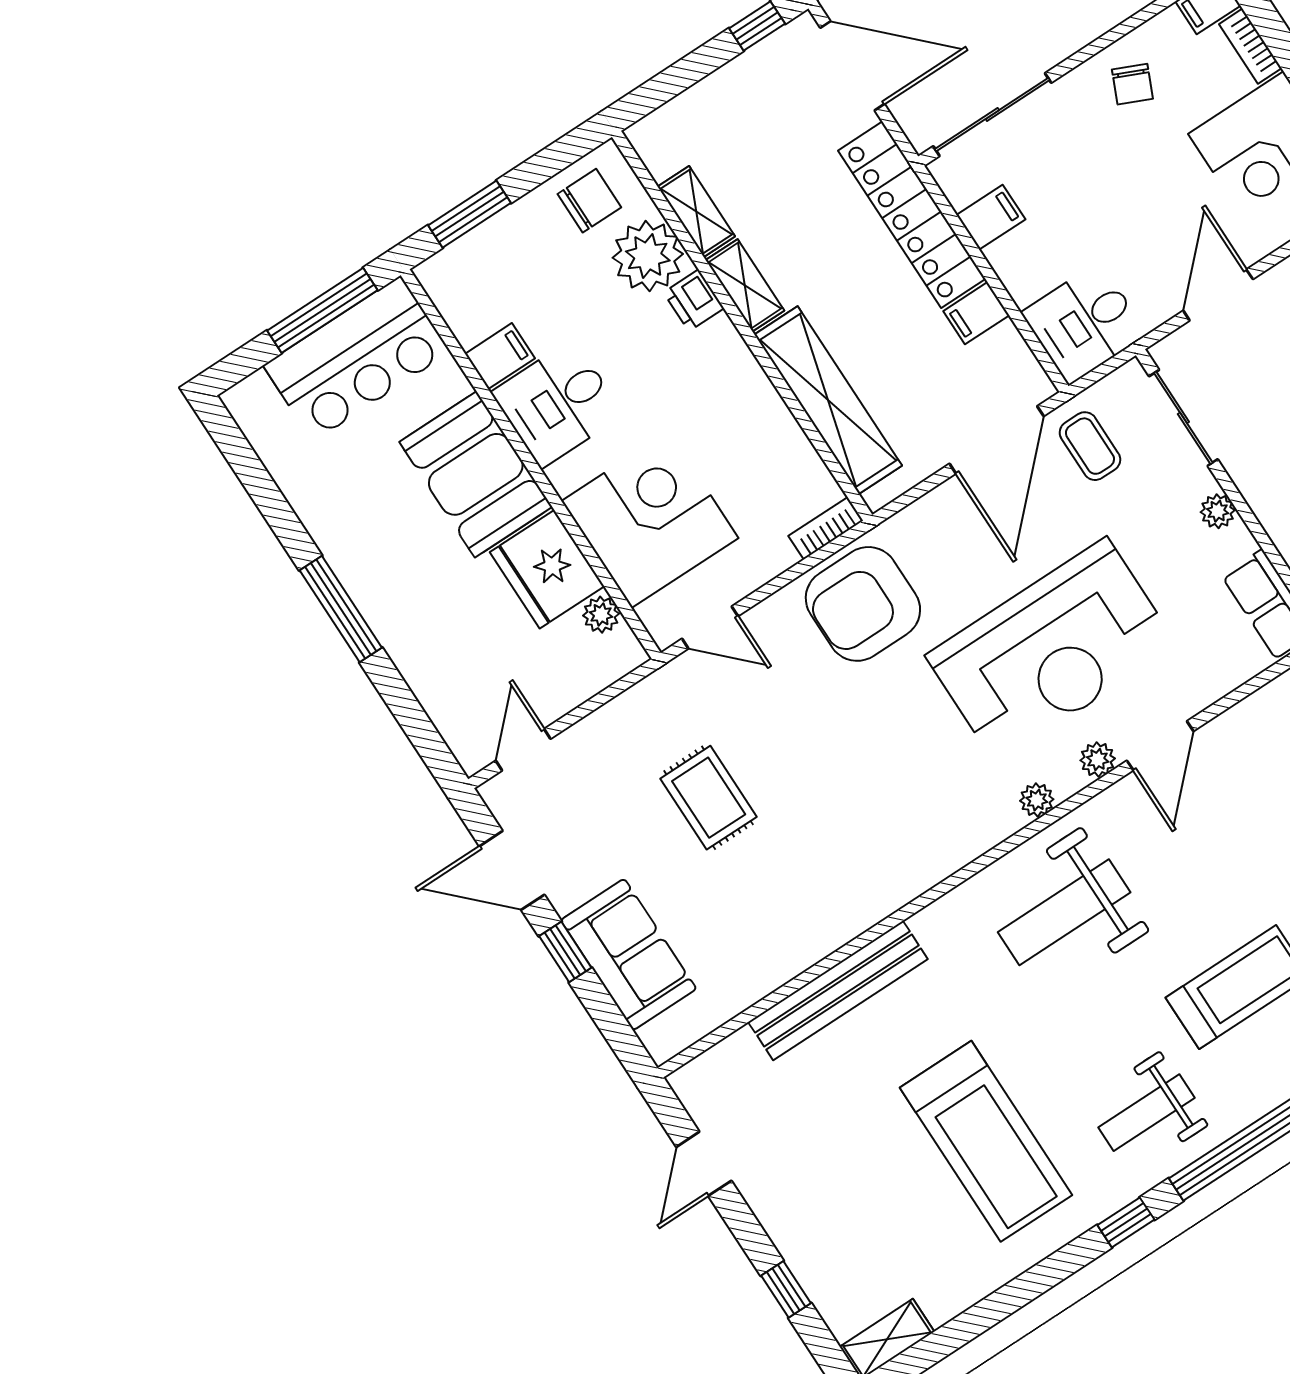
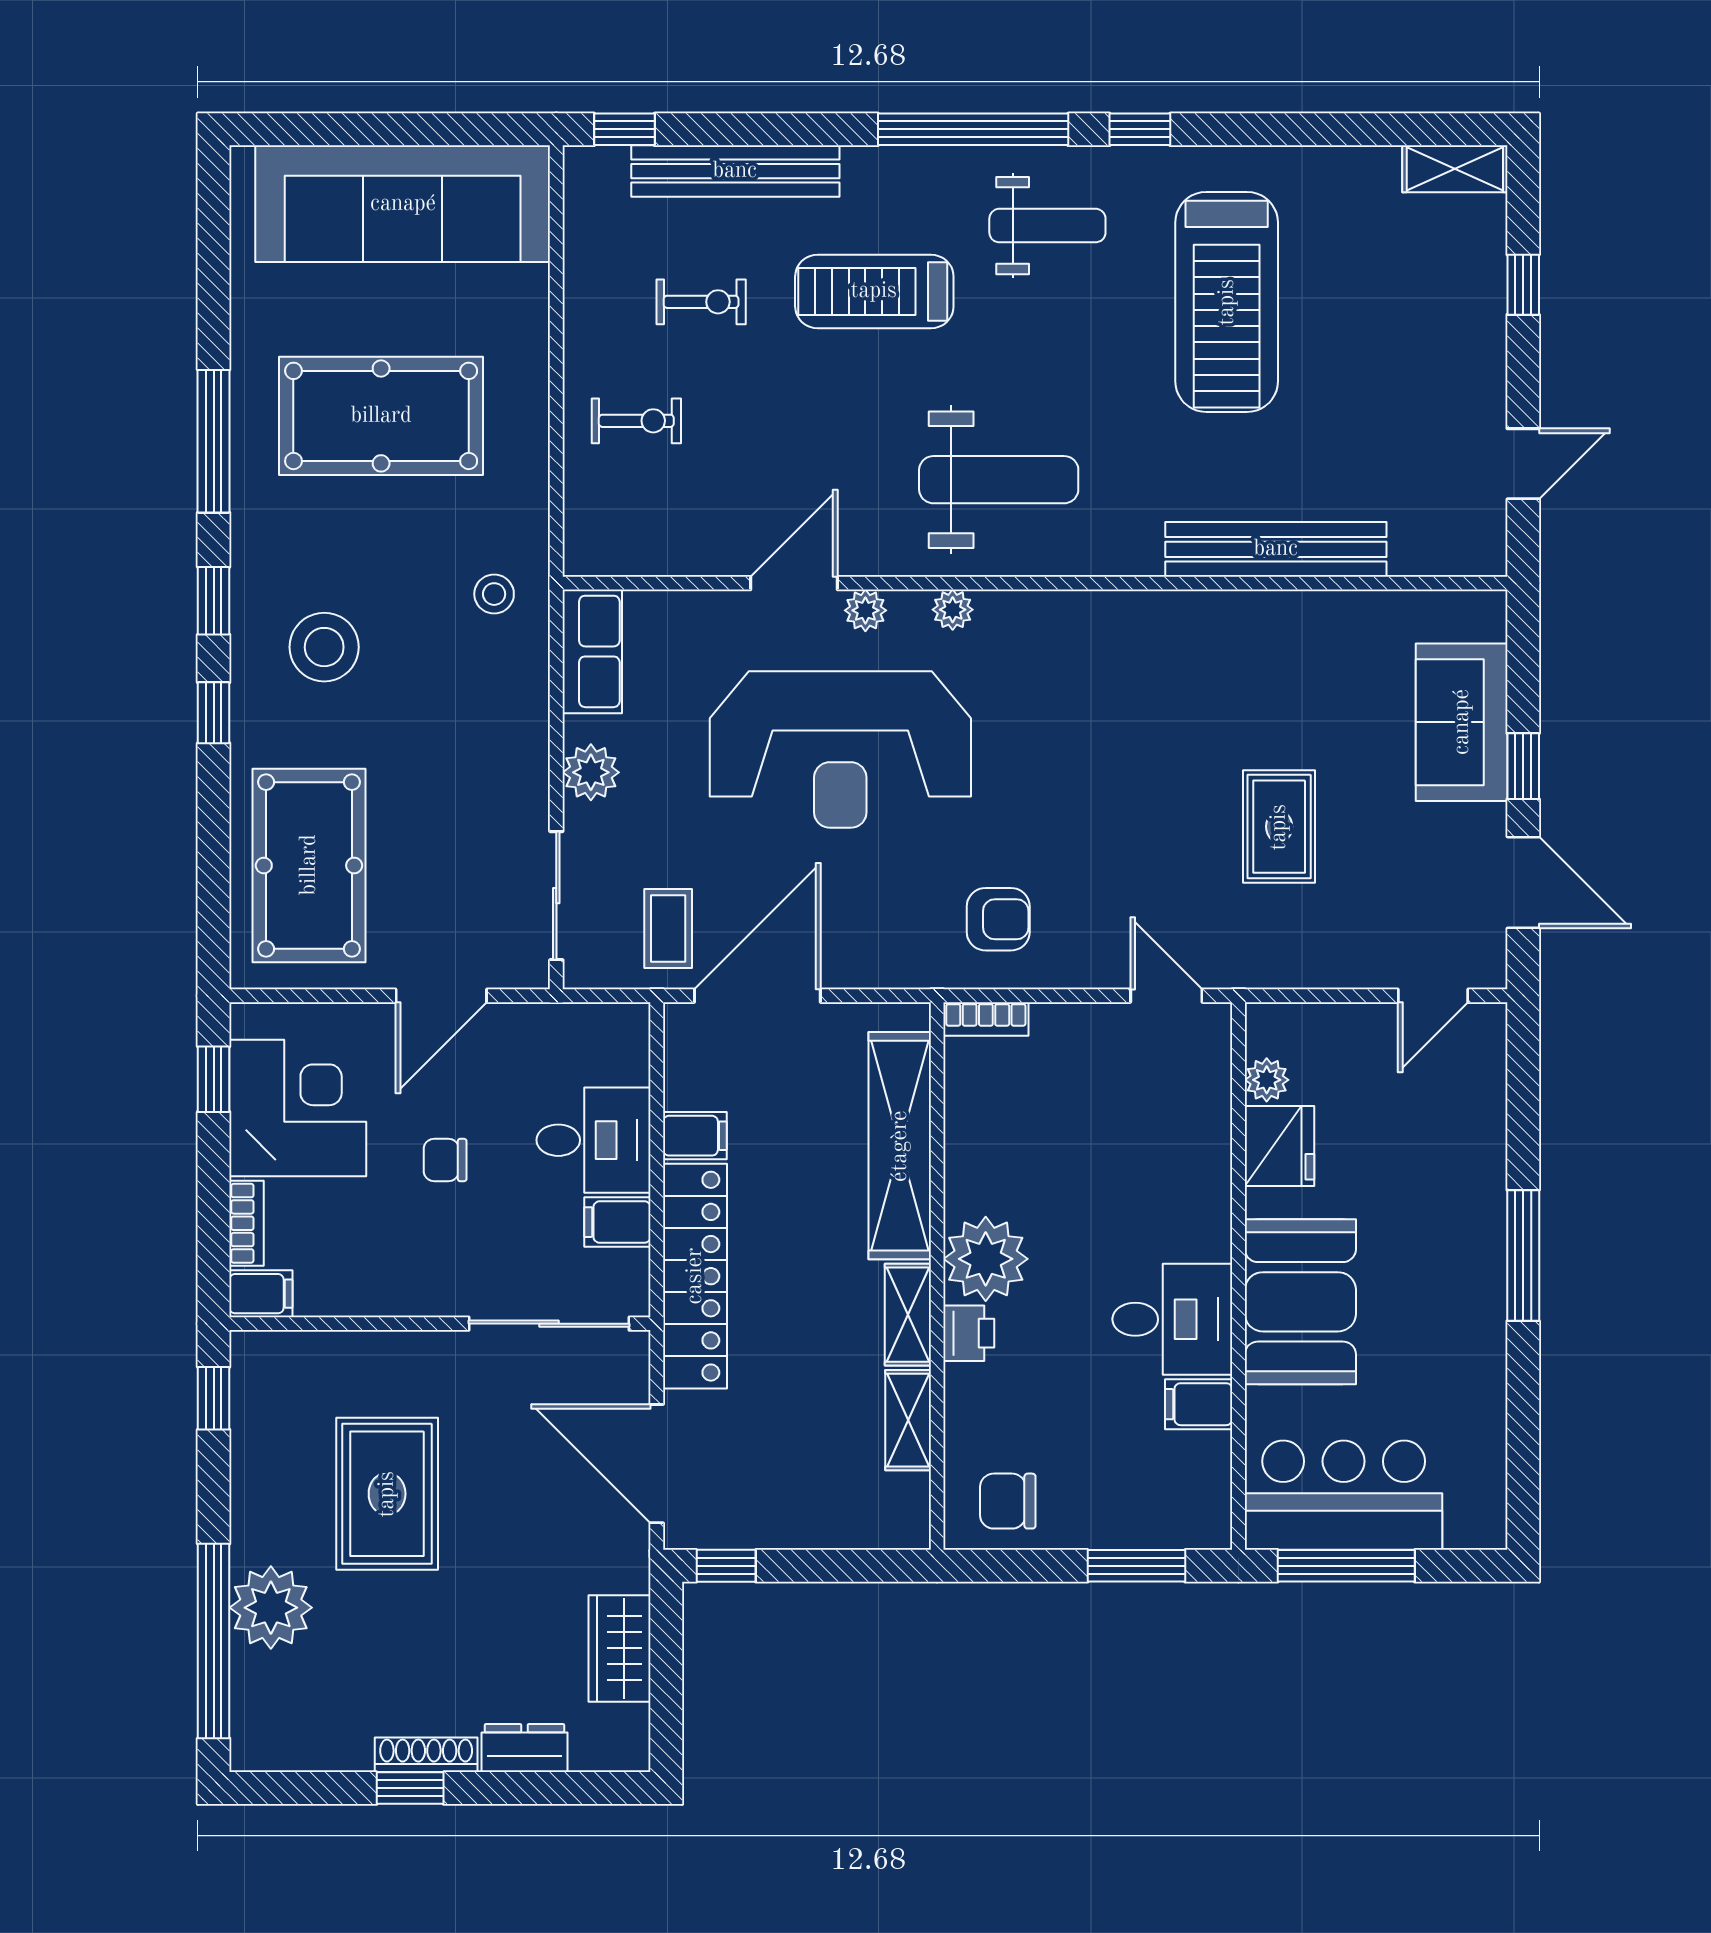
chair: (1132, 84) -> (445, 1160), moved, turned -114
plant: (648, 256) -> (986, 1259), moved
desk: (1084, 323) -> (594, 1140), moved
plant: (1218, 511) -> (591, 772), width x1.38, depth x1.38
corner desk: (650, 519) -> (1156, 1143), removed
fridge: (547, 569) -> (1279, 1146), width x0.73, depth x0.75
armchair: (863, 604) -> (998, 919), width x0.53, depth x0.53
reception desk: (1051, 650) -> (840, 749), turned 180
treadmill: (986, 1141) -> (1227, 302), turned 180

